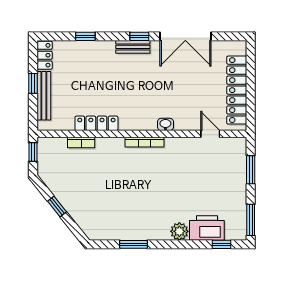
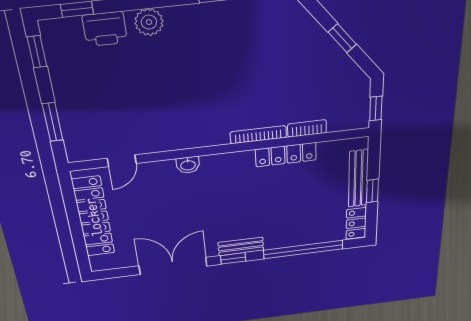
window: (85, 36) -> (303, 250), width x3.17
door: (210, 134) -> (122, 161), hinge flipped
bookcase: (144, 142) -> (258, 135), moved
window: (251, 220) -> (37, 52), width x0.67
printer: (207, 228) -> (105, 29), width x0.73, depth x0.84

